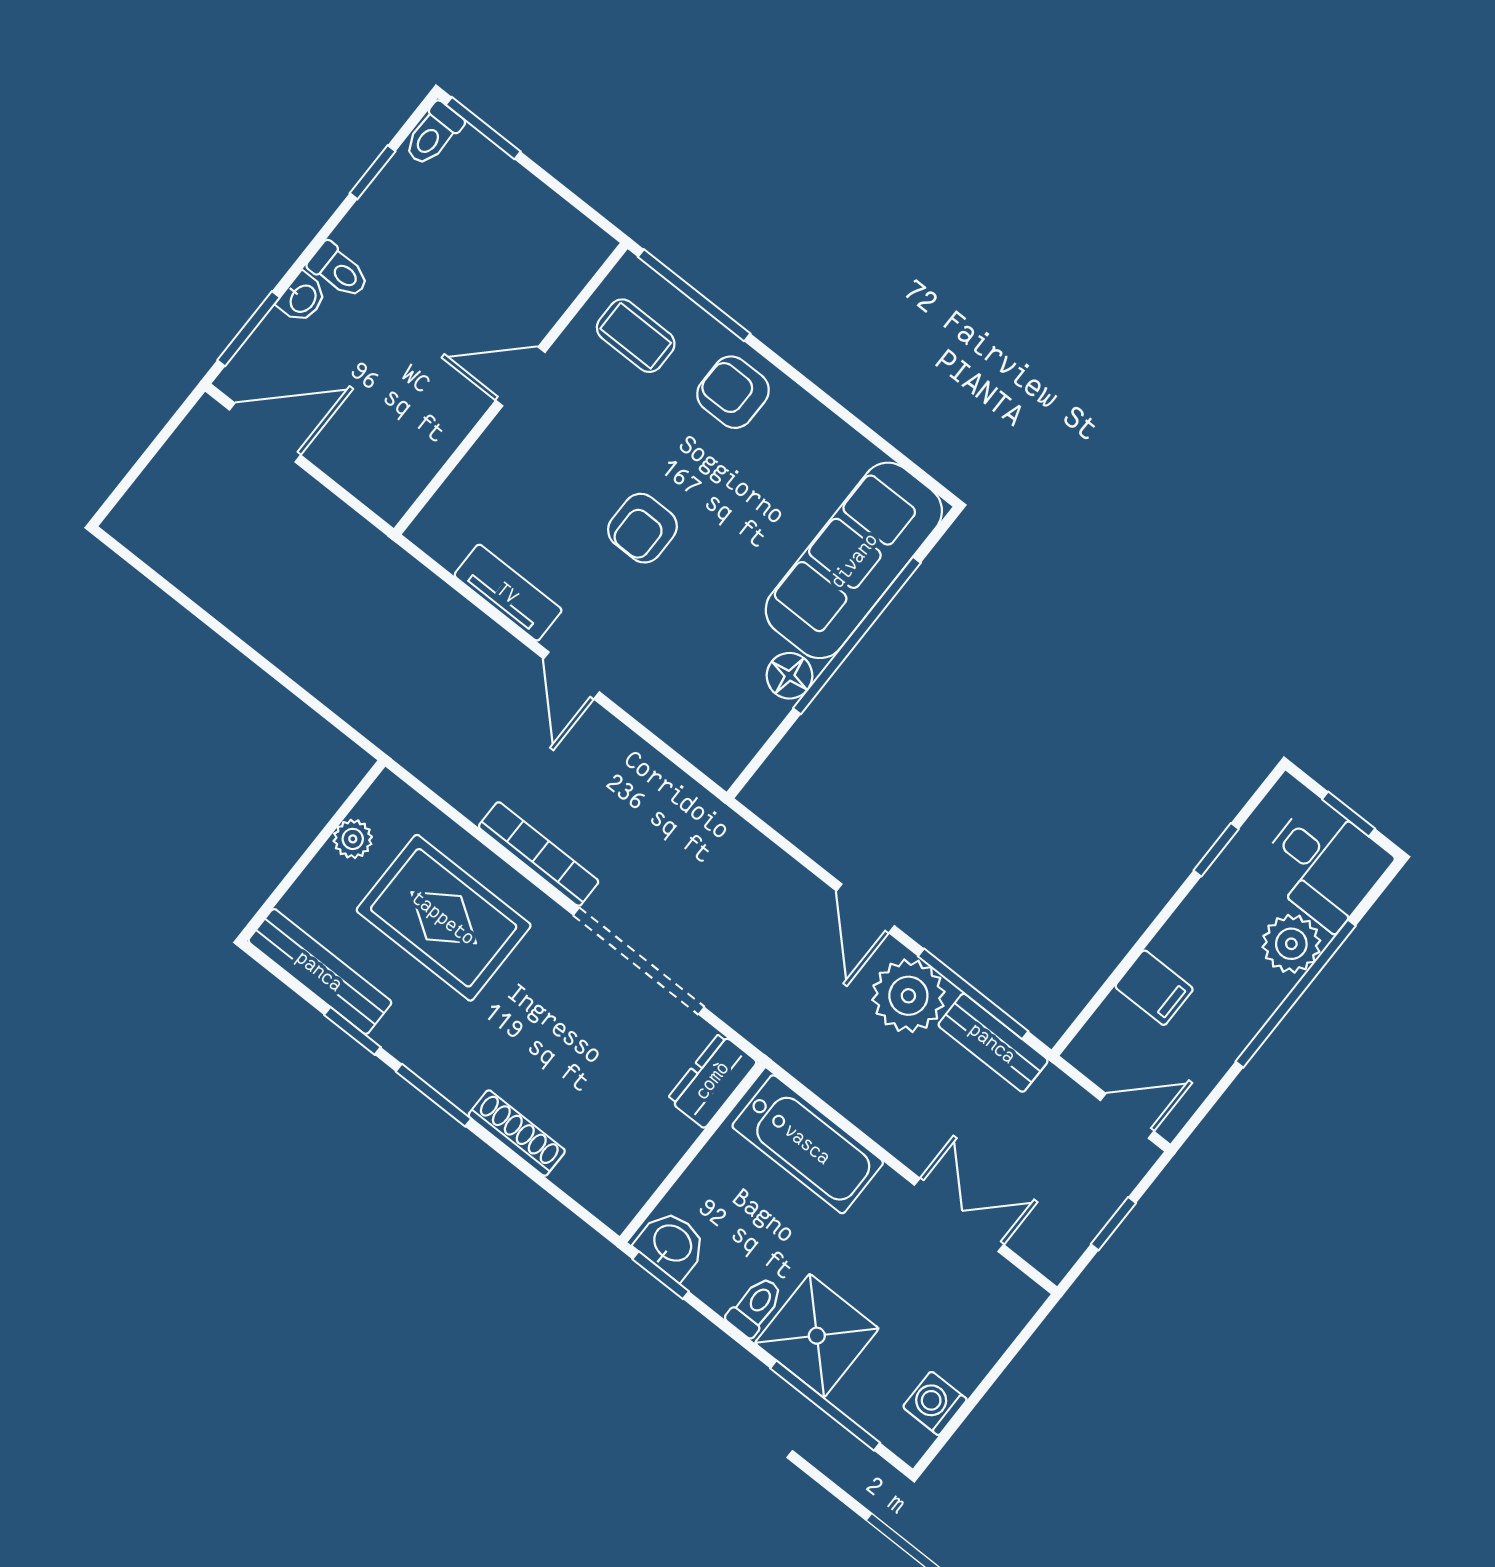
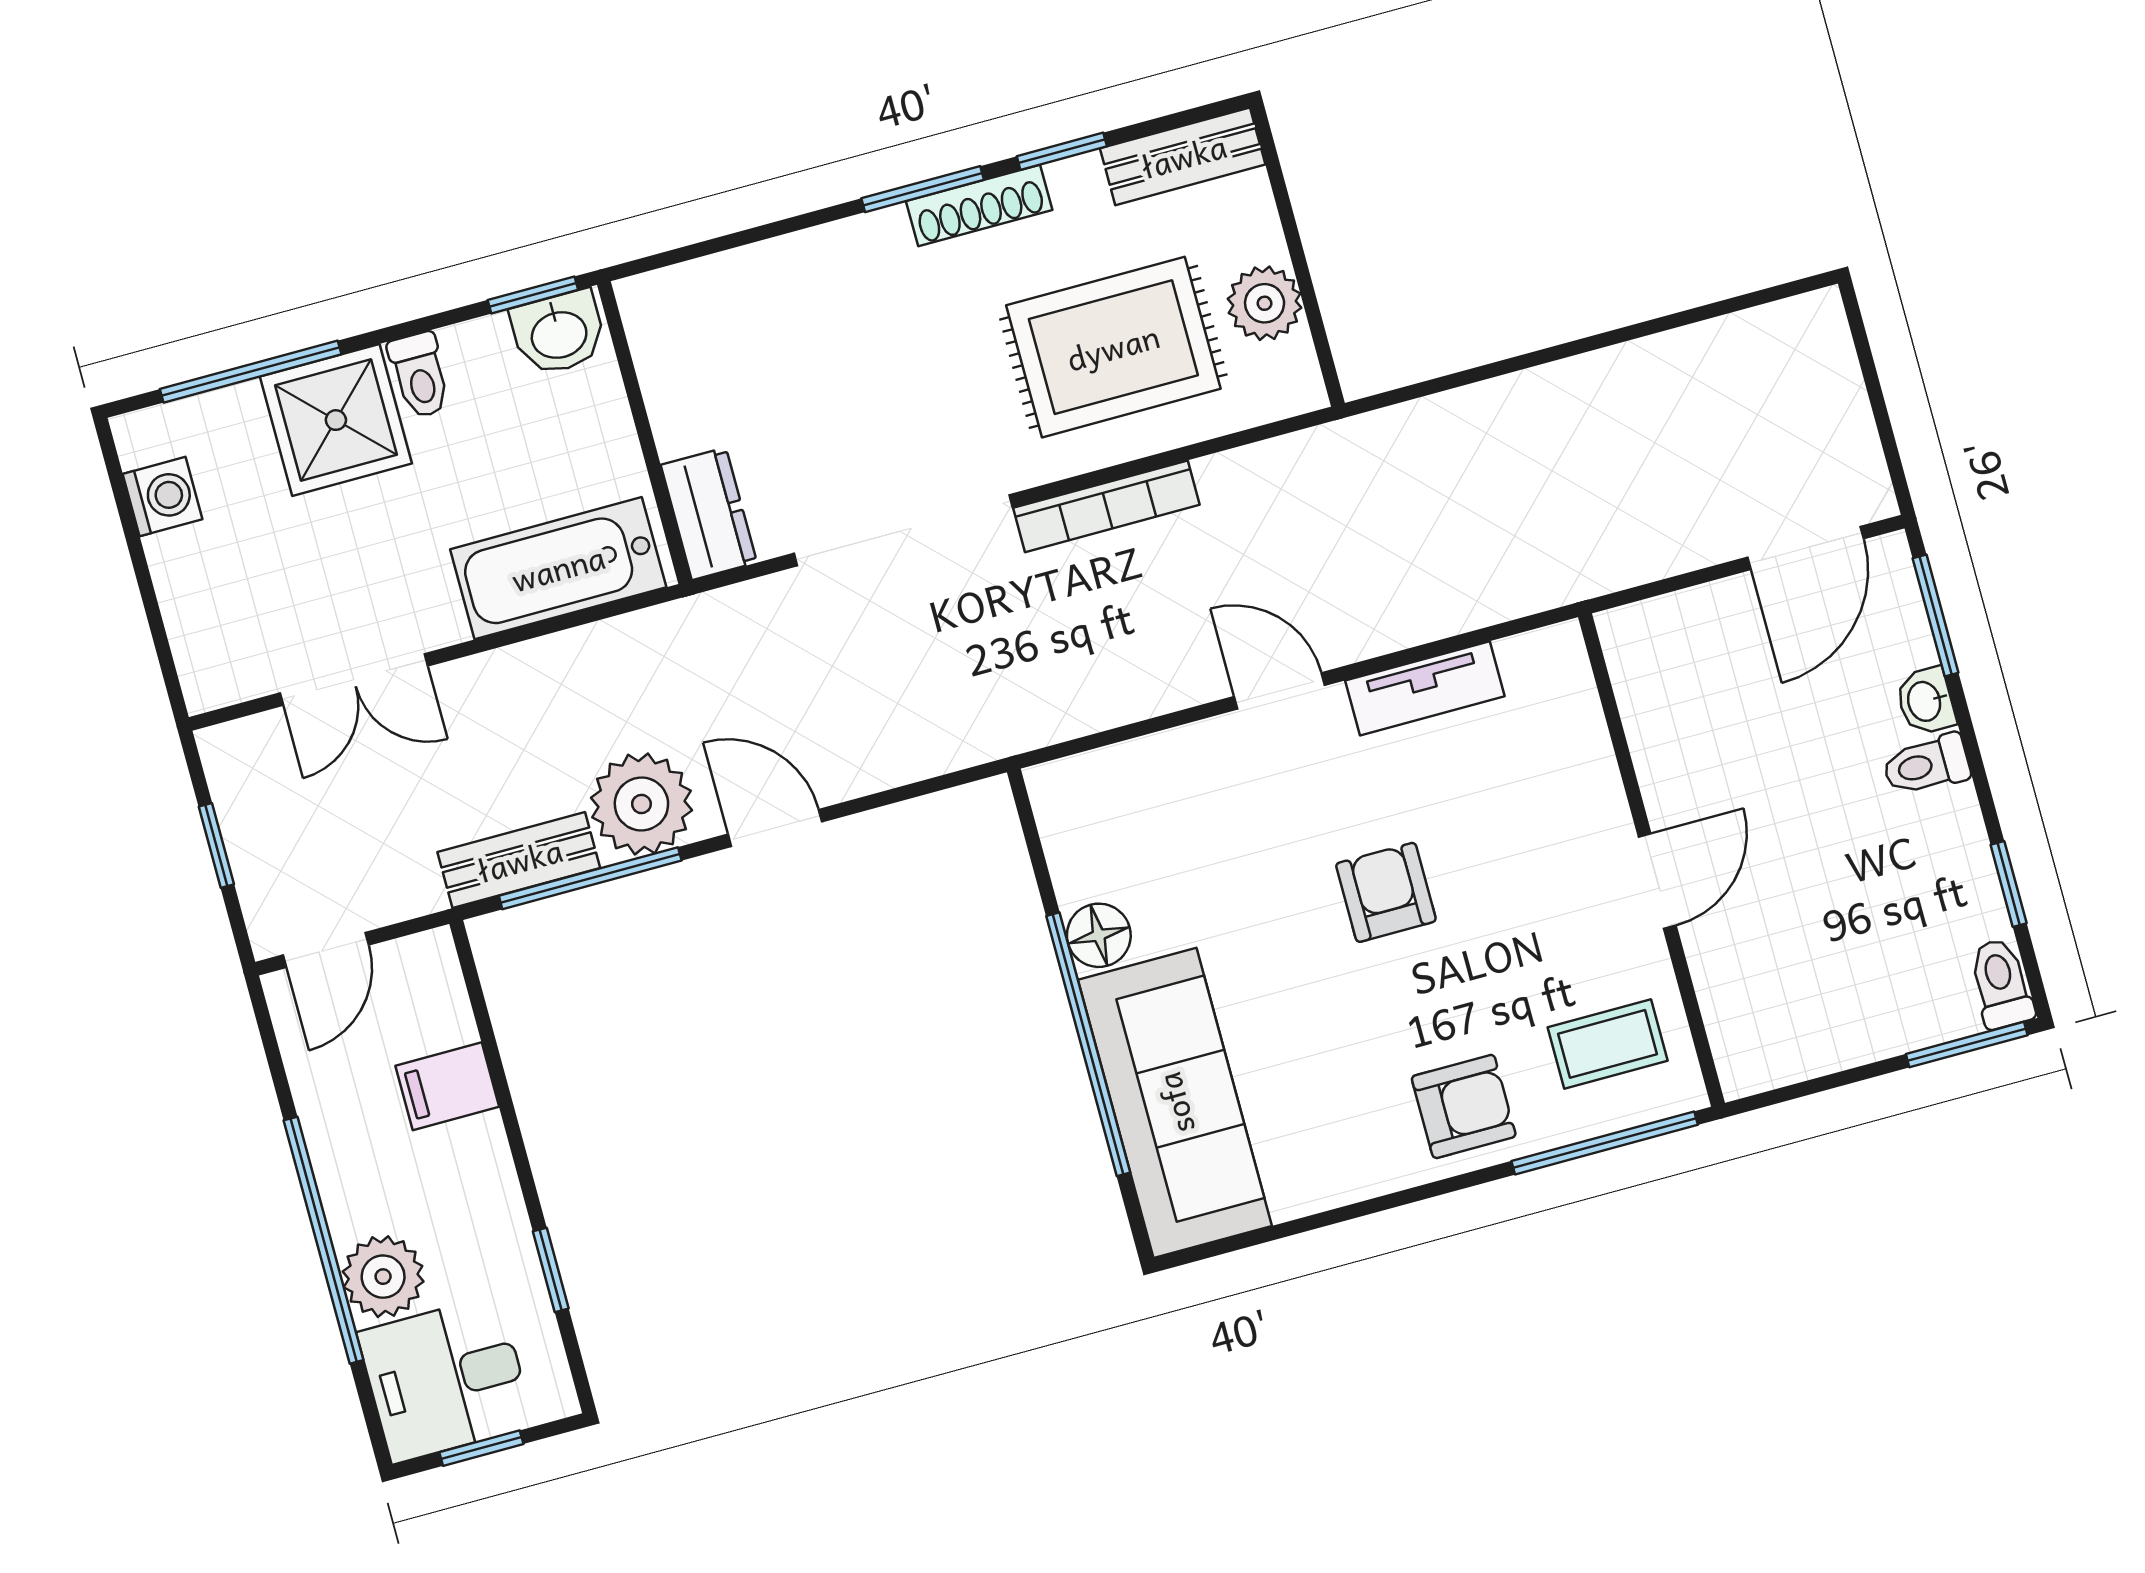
plant: (353, 839) -> (1265, 303), width x1.38, depth x1.38
bench: (320, 971) -> (1183, 156), width x0.73
shoe rack: (517, 1133) -> (979, 205), moved

